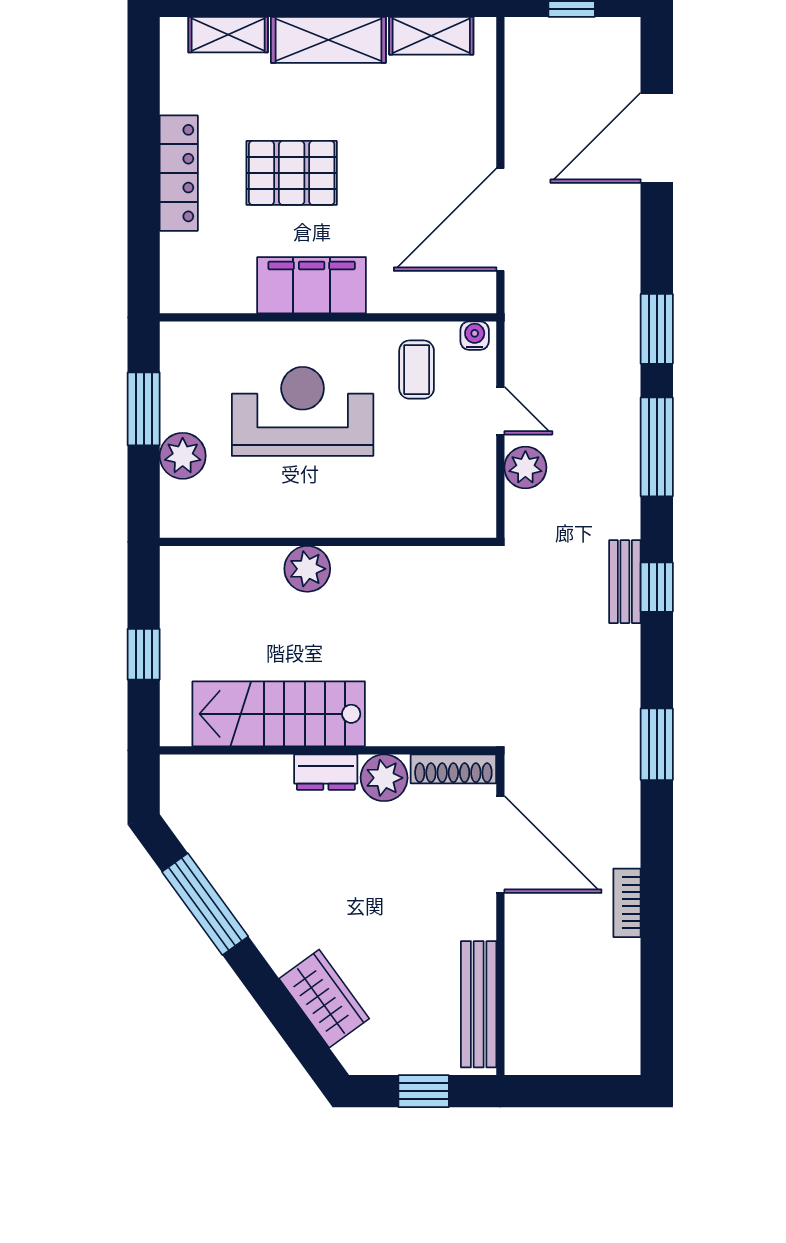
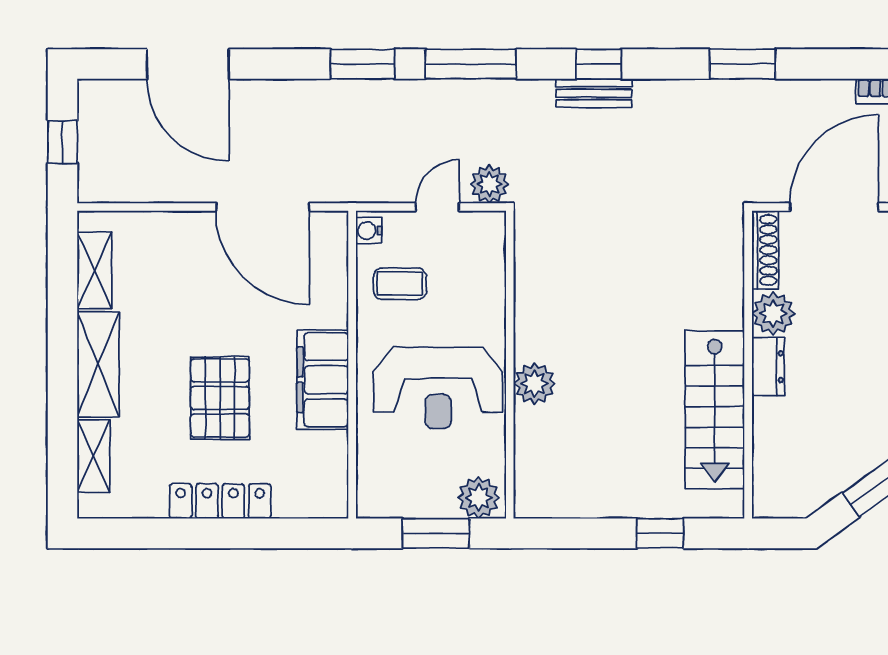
reception desk: (303, 411) -> (438, 388), turned -90
wall: (328, 542) -> (510, 365), moved
plant: (307, 569) -> (534, 384), moved

